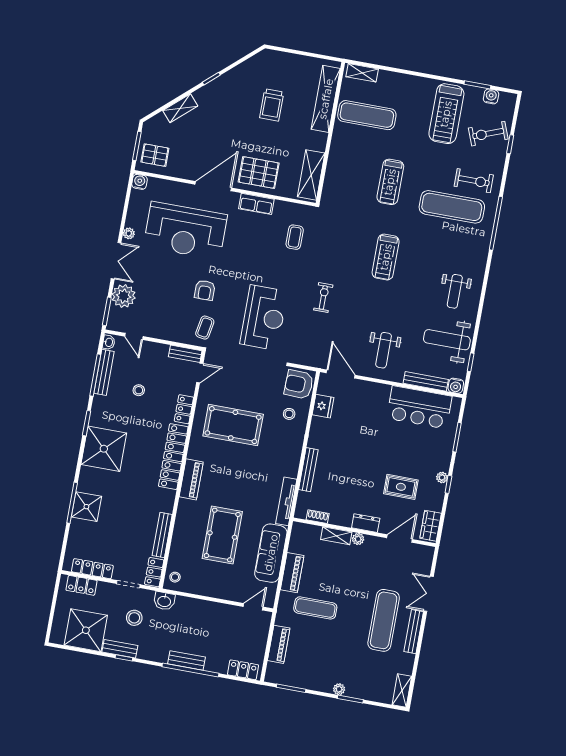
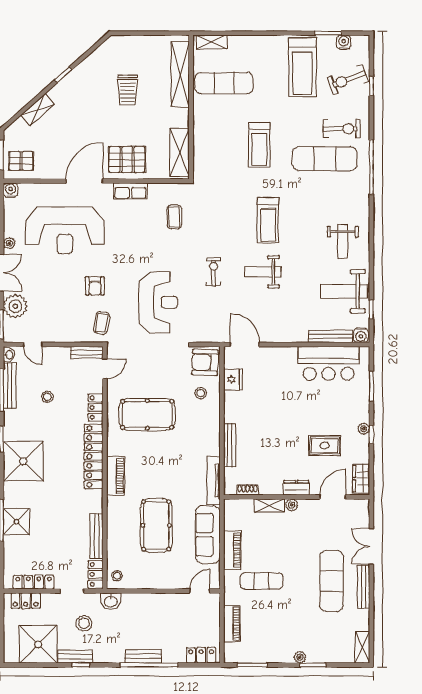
weight bench: (384, 350) -> (263, 272), moved, turned 90

